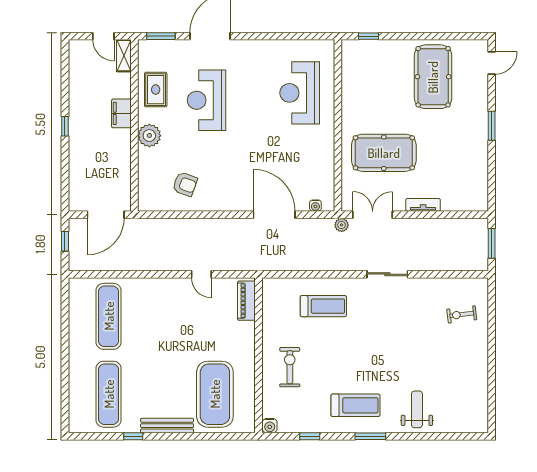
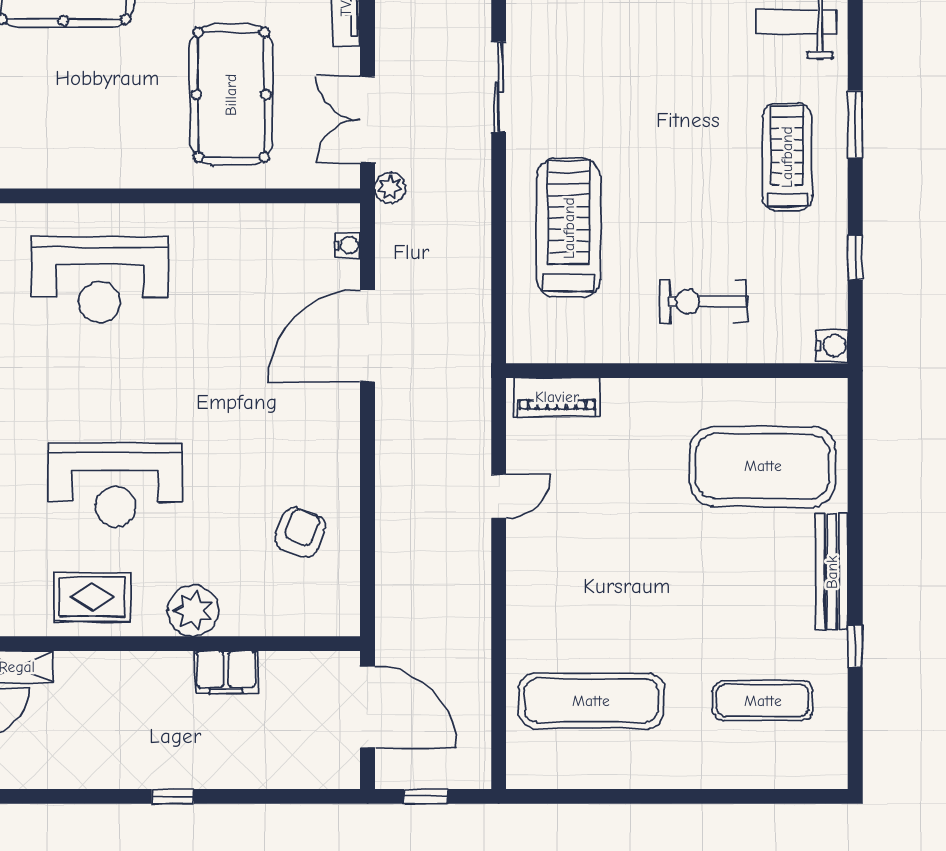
filing cabinet: (121, 113) -> (226, 672), moved
treadmill: (323, 306) -> (569, 228), width x1.37, depth x1.38
exercise mat: (109, 394) -> (763, 701), width x0.73, depth x0.69

